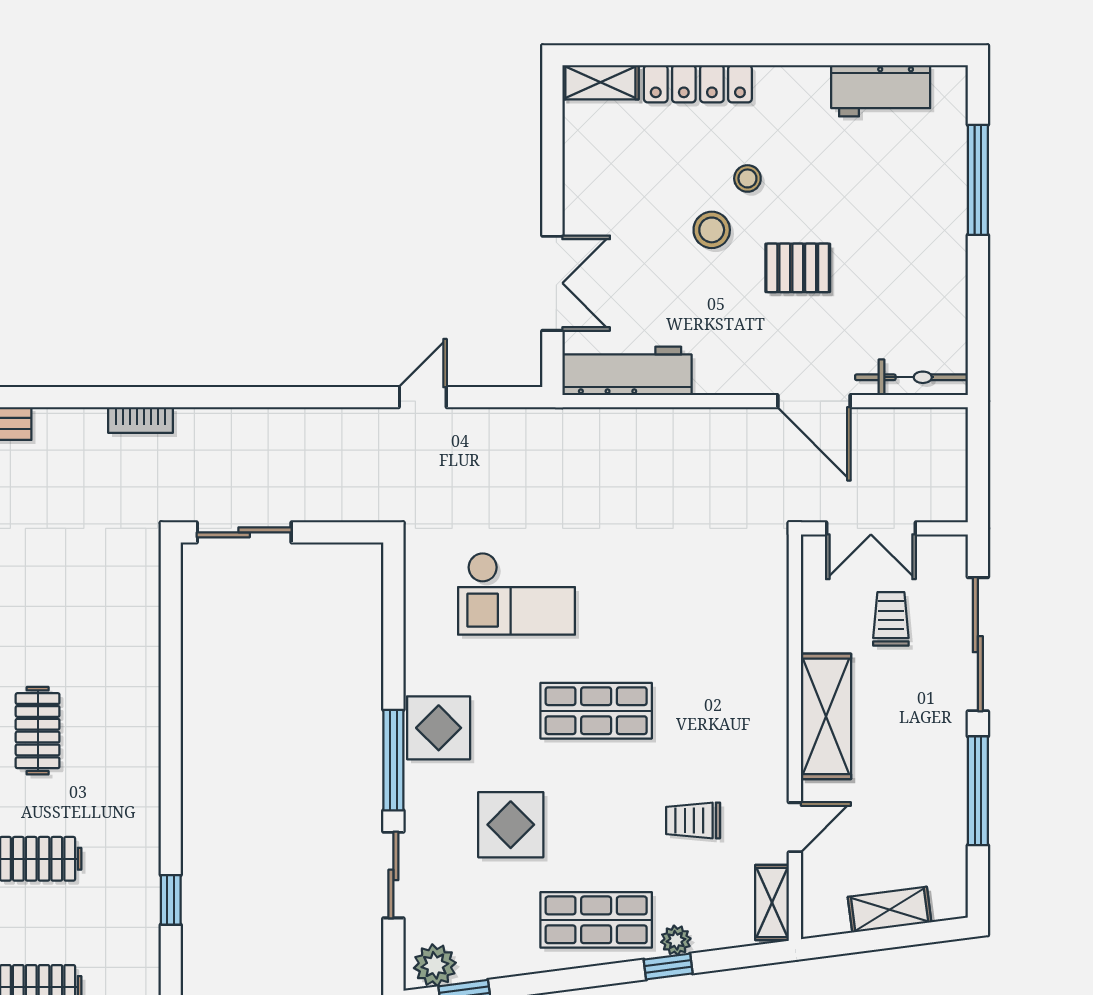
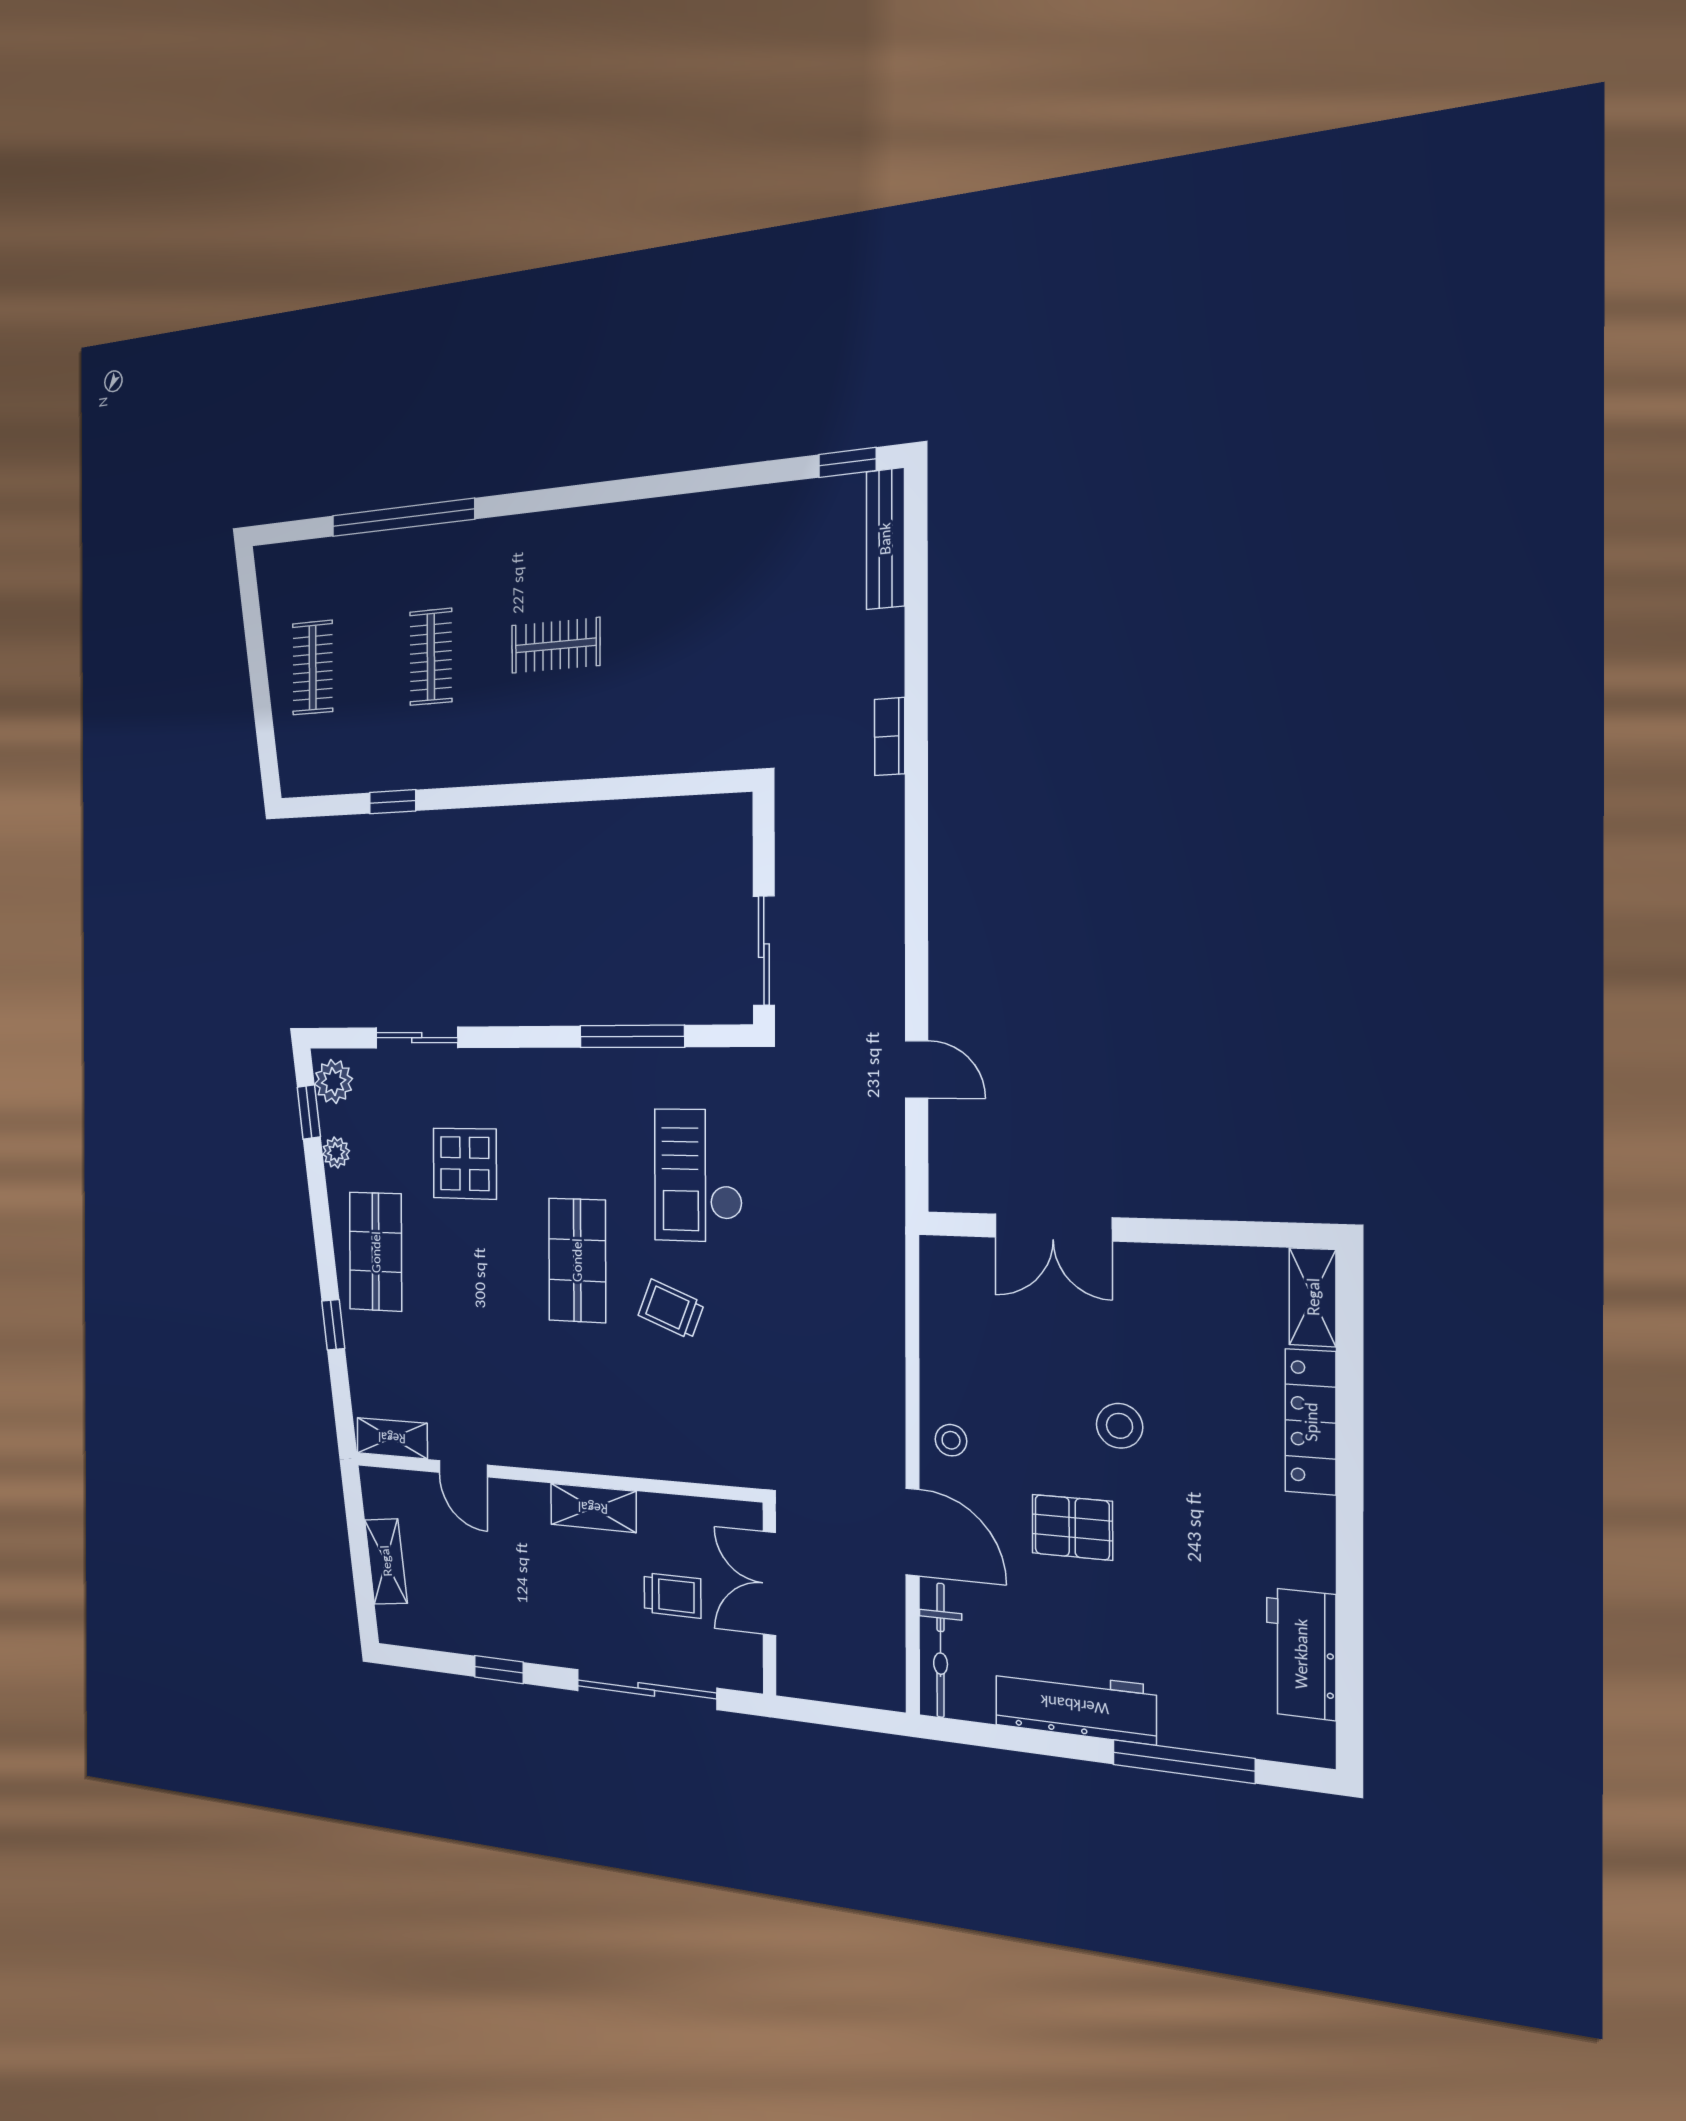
stool: (747, 178) -> (951, 1440), moved
pallet: (798, 268) -> (1072, 1527), turned 90
workbench: (627, 371) -> (1075, 1705), moved, turned -90
door: (814, 401) -> (913, 1532), swing flipped
sliding door: (244, 532) -> (764, 951), moved
shelving: (826, 716) -> (593, 1508), width x0.67, depth x0.75
display table: (439, 728) -> (560, 1086), removed
window: (393, 760) -> (632, 1036), moved
window: (978, 791) -> (499, 1670), width x0.46
trolley: (693, 820) -> (671, 1309), moved, turned -69
plant: (676, 940) -> (336, 1153), moved

